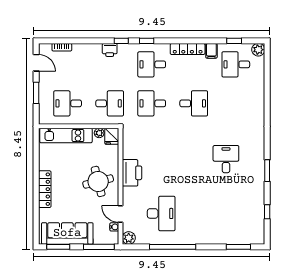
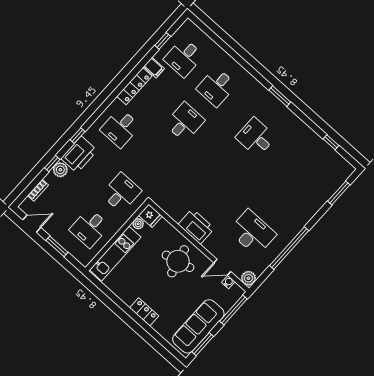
window: (147, 41) -> (52, 164), moved
printer: (110, 50) -> (79, 155), width x1.87, depth x1.48
plant: (258, 50) -> (60, 170), moved
desk: (152, 103) -> (216, 87), moved
window: (267, 171) -> (280, 96), moved
locker: (45, 189) -> (144, 312), width x0.66

